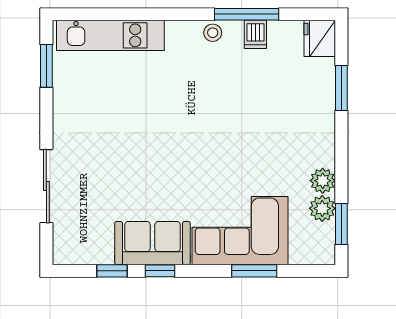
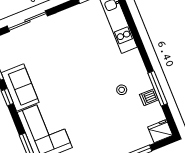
stool: (213, 33) -> (122, 90), moved

